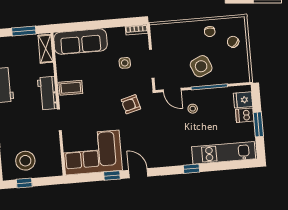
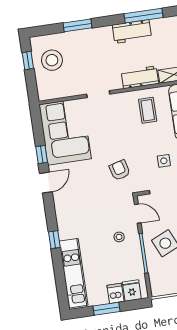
coffee table: (71, 88) -> (148, 110), moved
door: (172, 90) -> (138, 214), swing flipped
workbench: (47, 93) -> (140, 77), moved

